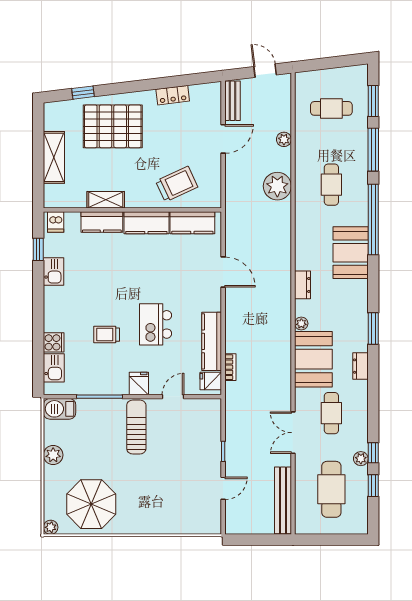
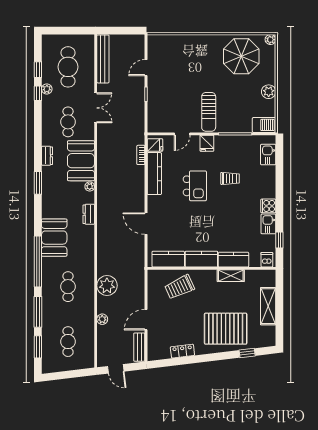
cafe table: (331, 108) -> (68, 342), turned 90
cooker: (54, 342) -> (268, 206), moved

